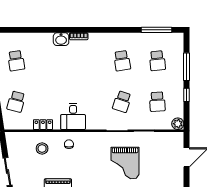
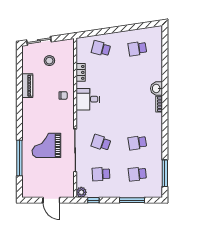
window: (187, 95) -> (93, 200), moved
stool: (42, 148) -> (49, 61), moved

